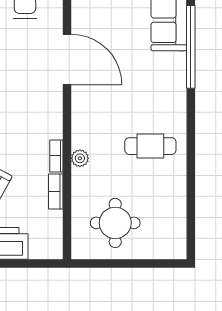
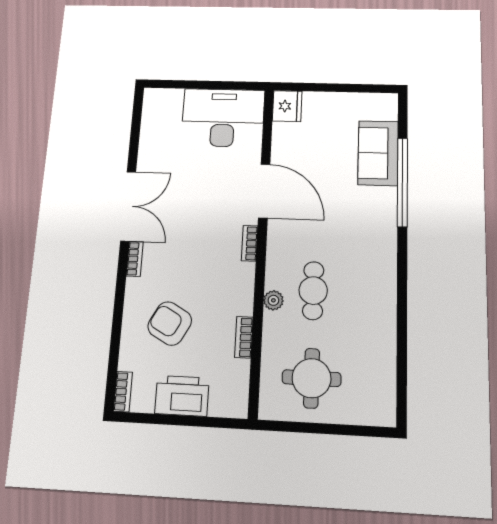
cafe table: (150, 146) -> (313, 291), moved, turned 90
bookcase: (56, 156) -> (250, 243), moved

